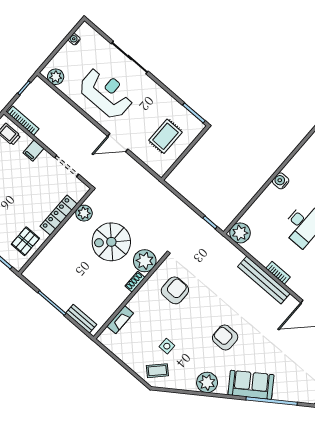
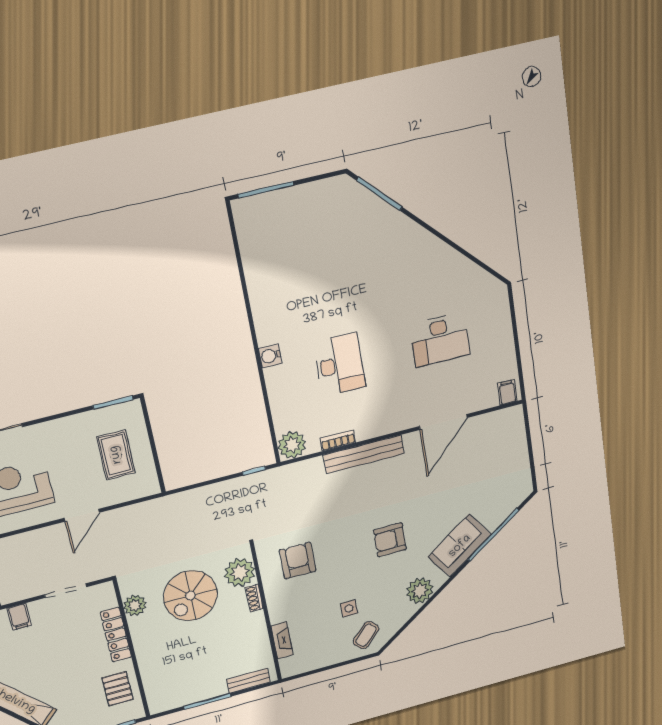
bookcase: (278, 273) -> (338, 440), moved

